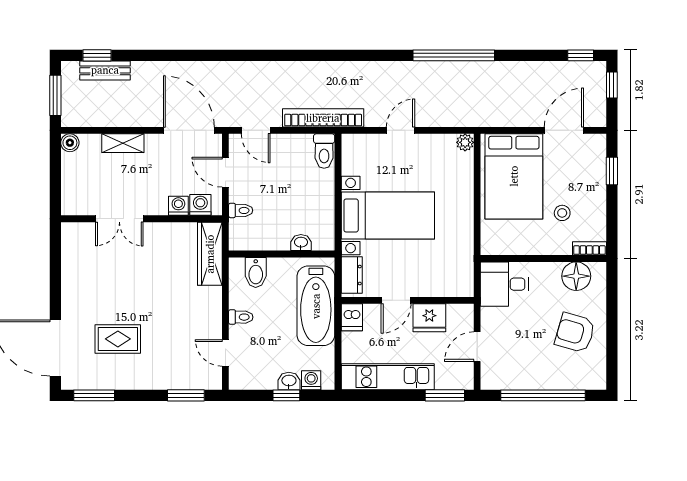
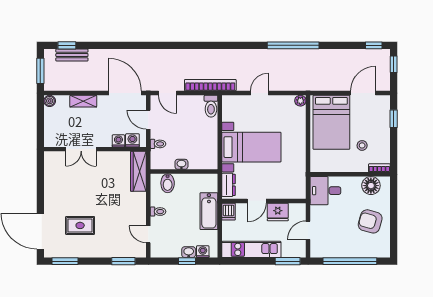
washbasin: (301, 243) -> (181, 164), moved
bathtub: (316, 306) -> (209, 211), width x0.73, depth x0.73

